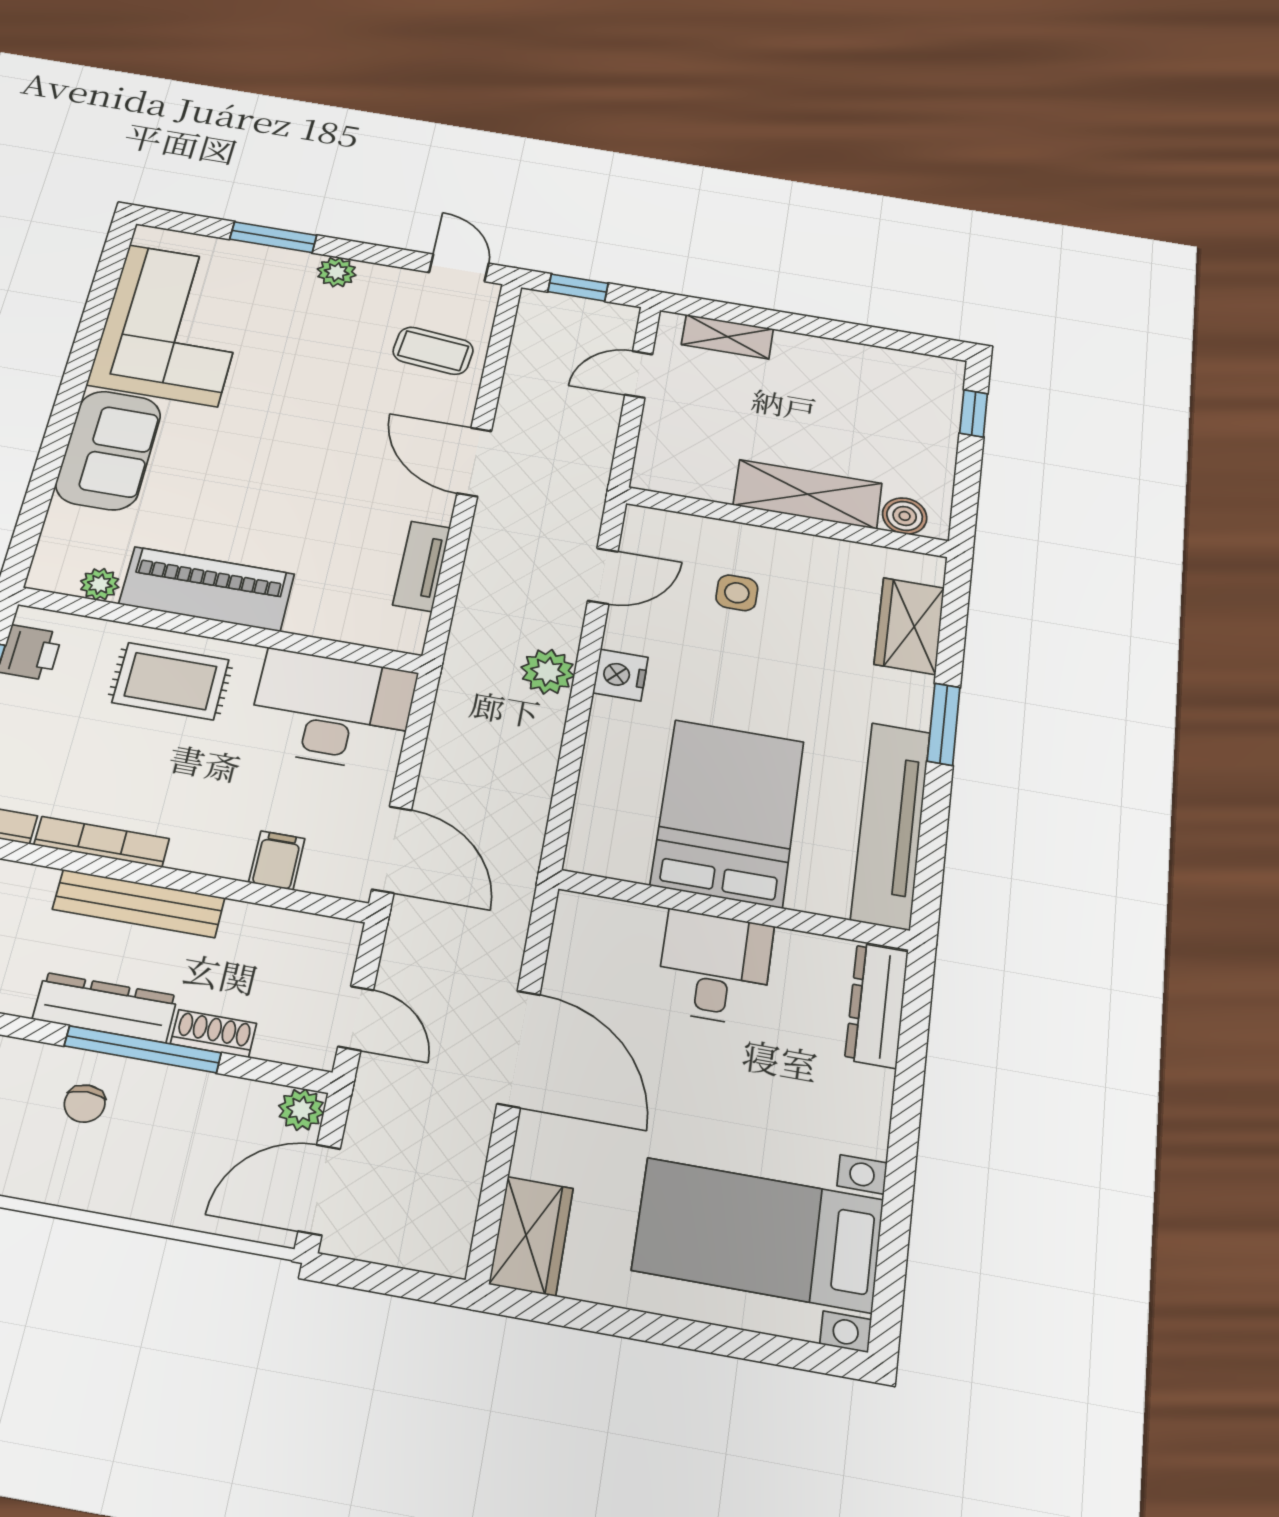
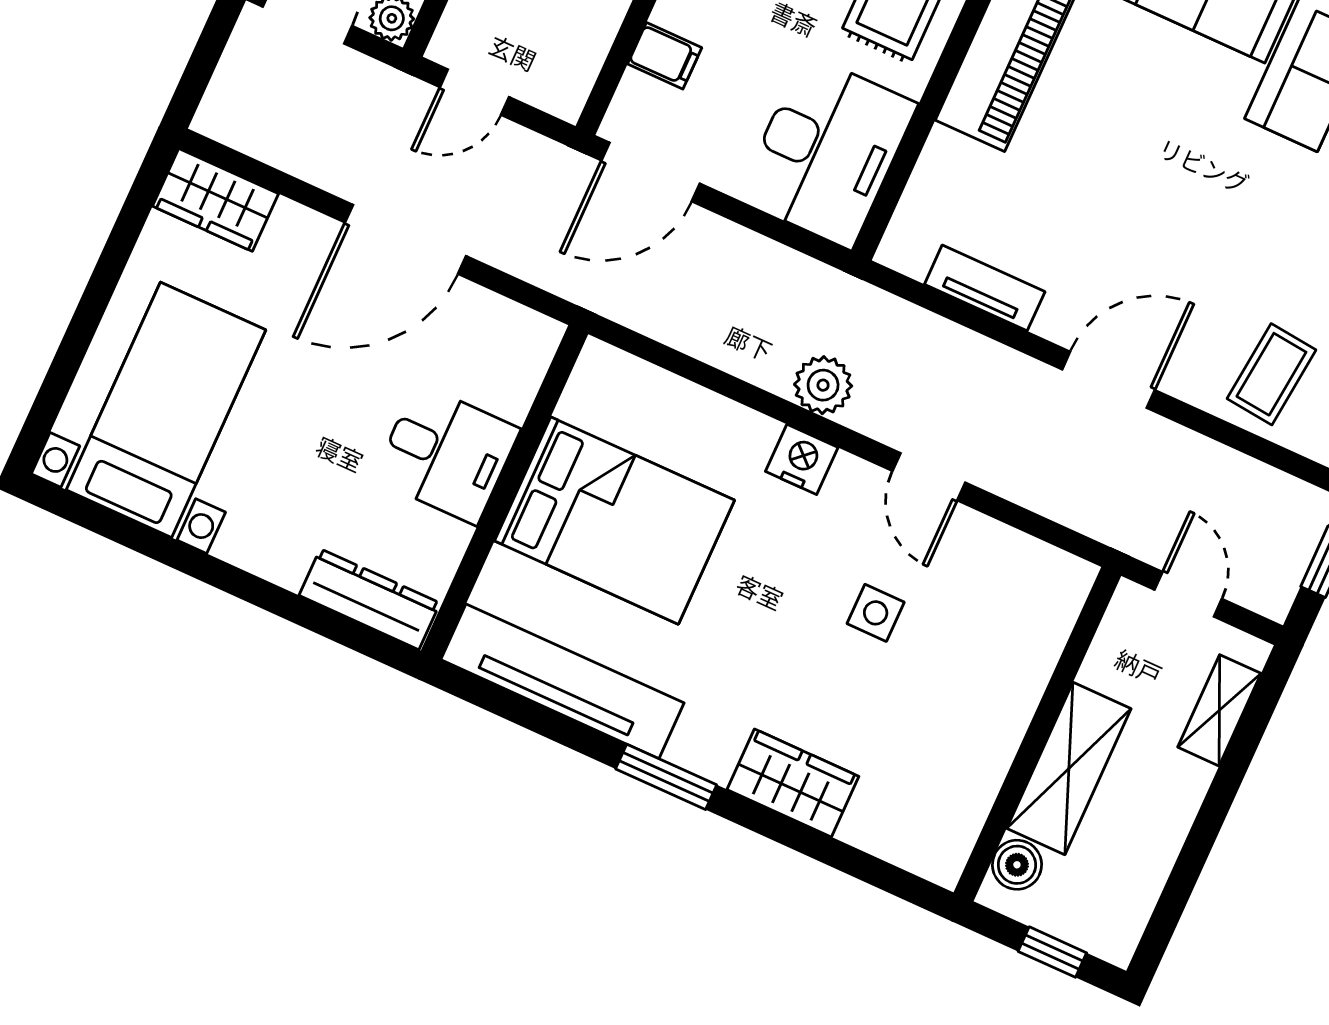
shelving: (808, 494) -> (1069, 768), moved
boiler: (905, 516) -> (1017, 865), moved
wall: (787, 522) -> (1037, 734), moved

